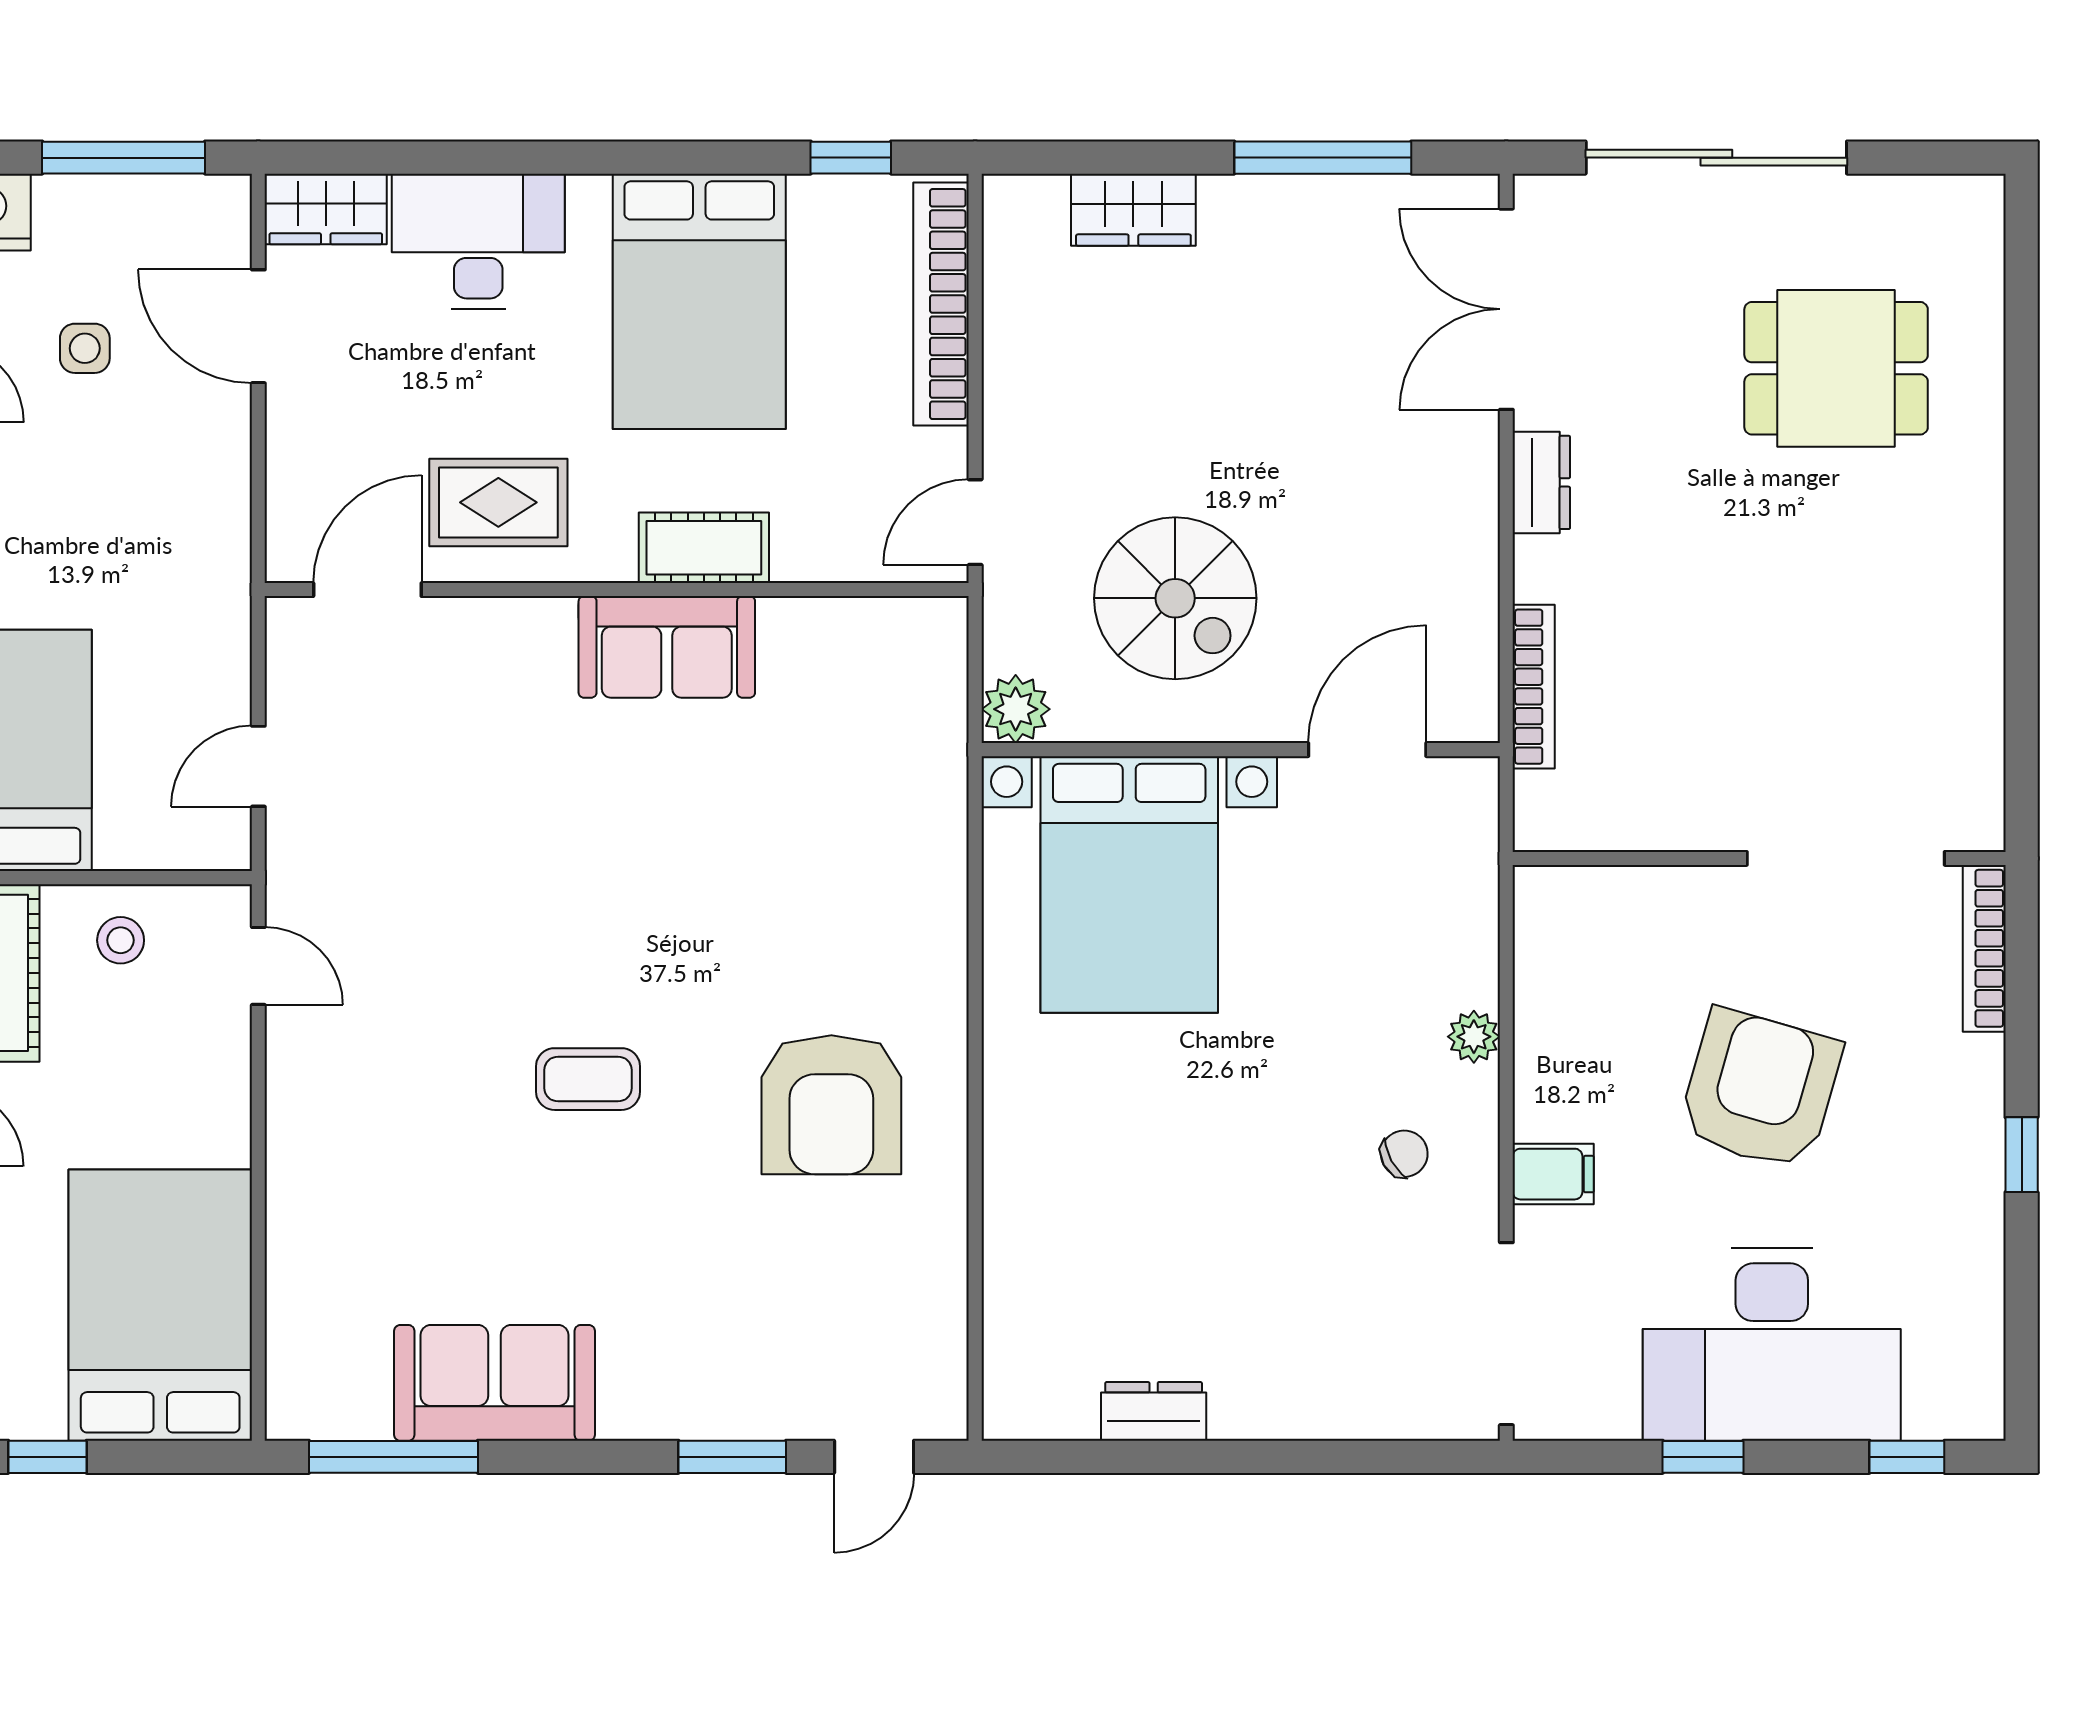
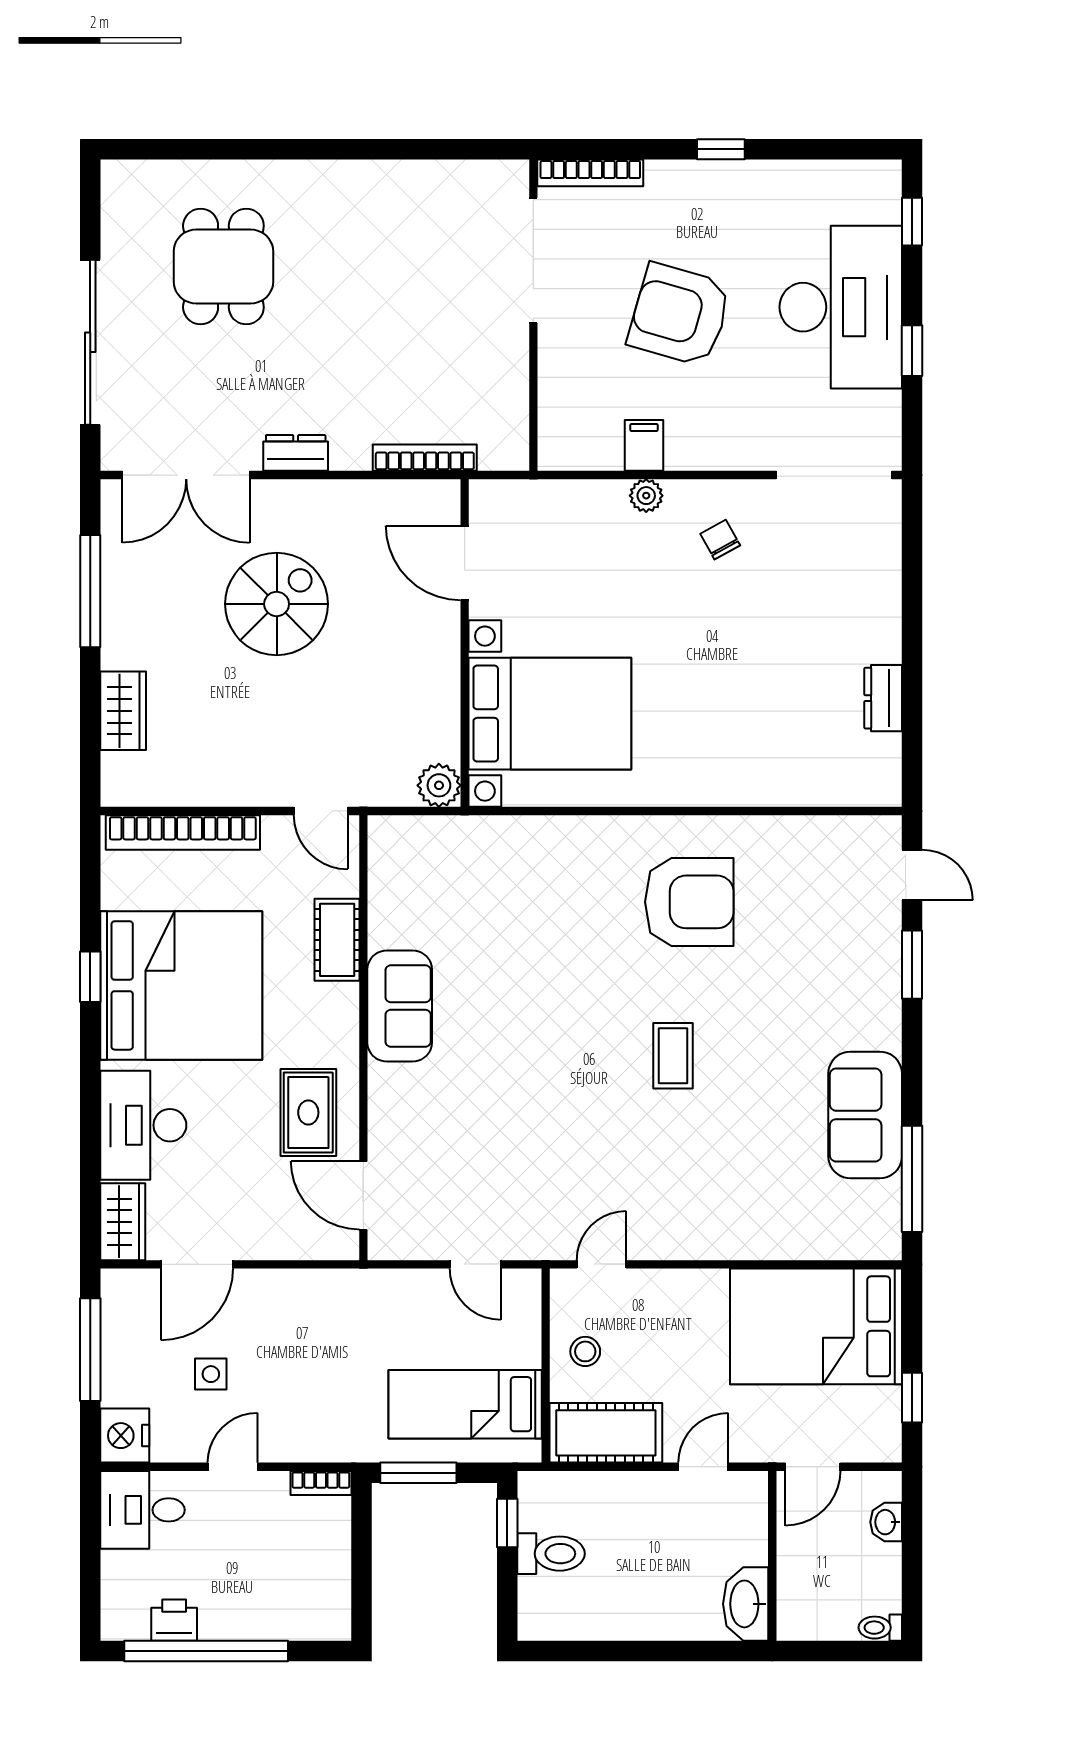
window: (851, 158) -> (90, 977), moved
bed: (699, 301) -> (181, 985), width x1.36
cot: (704, 548) -> (337, 940), moved
spiral stairs: (1175, 598) -> (277, 604), moved
filing cabinet: (1553, 1174) -> (644, 445), moved

